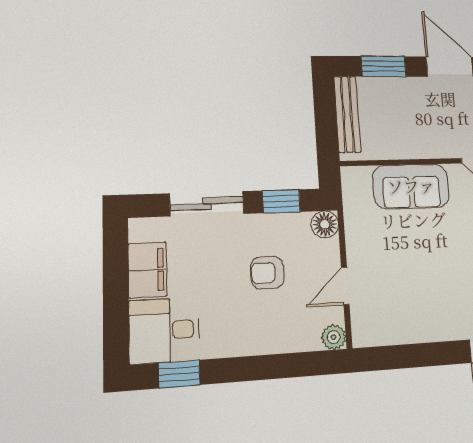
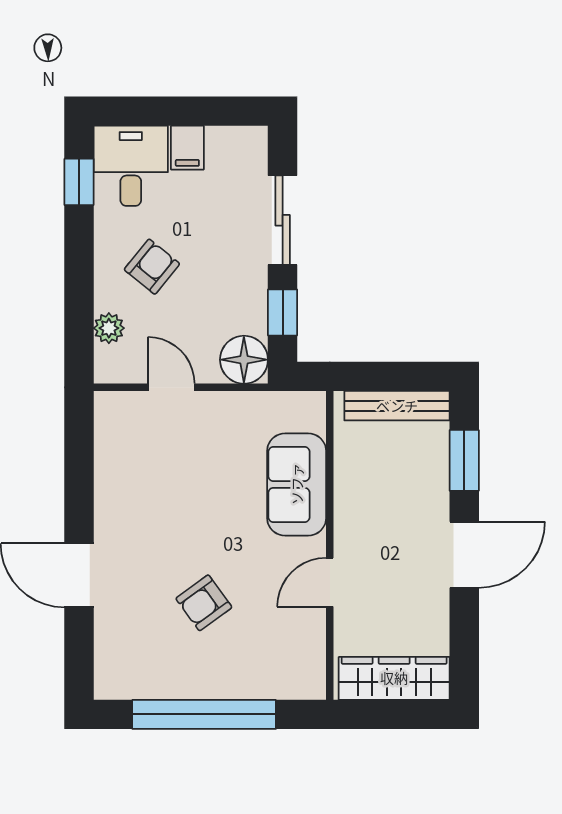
floor lamp: (325, 224) -> (244, 360), width x1.38, depth x1.38
filing cabinet: (147, 270) -> (187, 148), width x0.50
armchair: (267, 273) -> (152, 267), moved, turned 39
plant: (334, 337) -> (109, 328), moved

